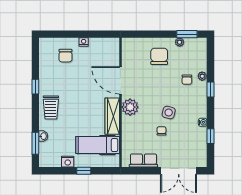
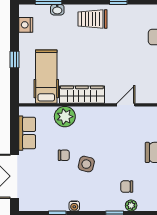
door: (120, 80) -> (126, 105), width x0.53
plant: (130, 107) -> (65, 117), moved
nightstand: (68, 162) -> (26, 25), moved

